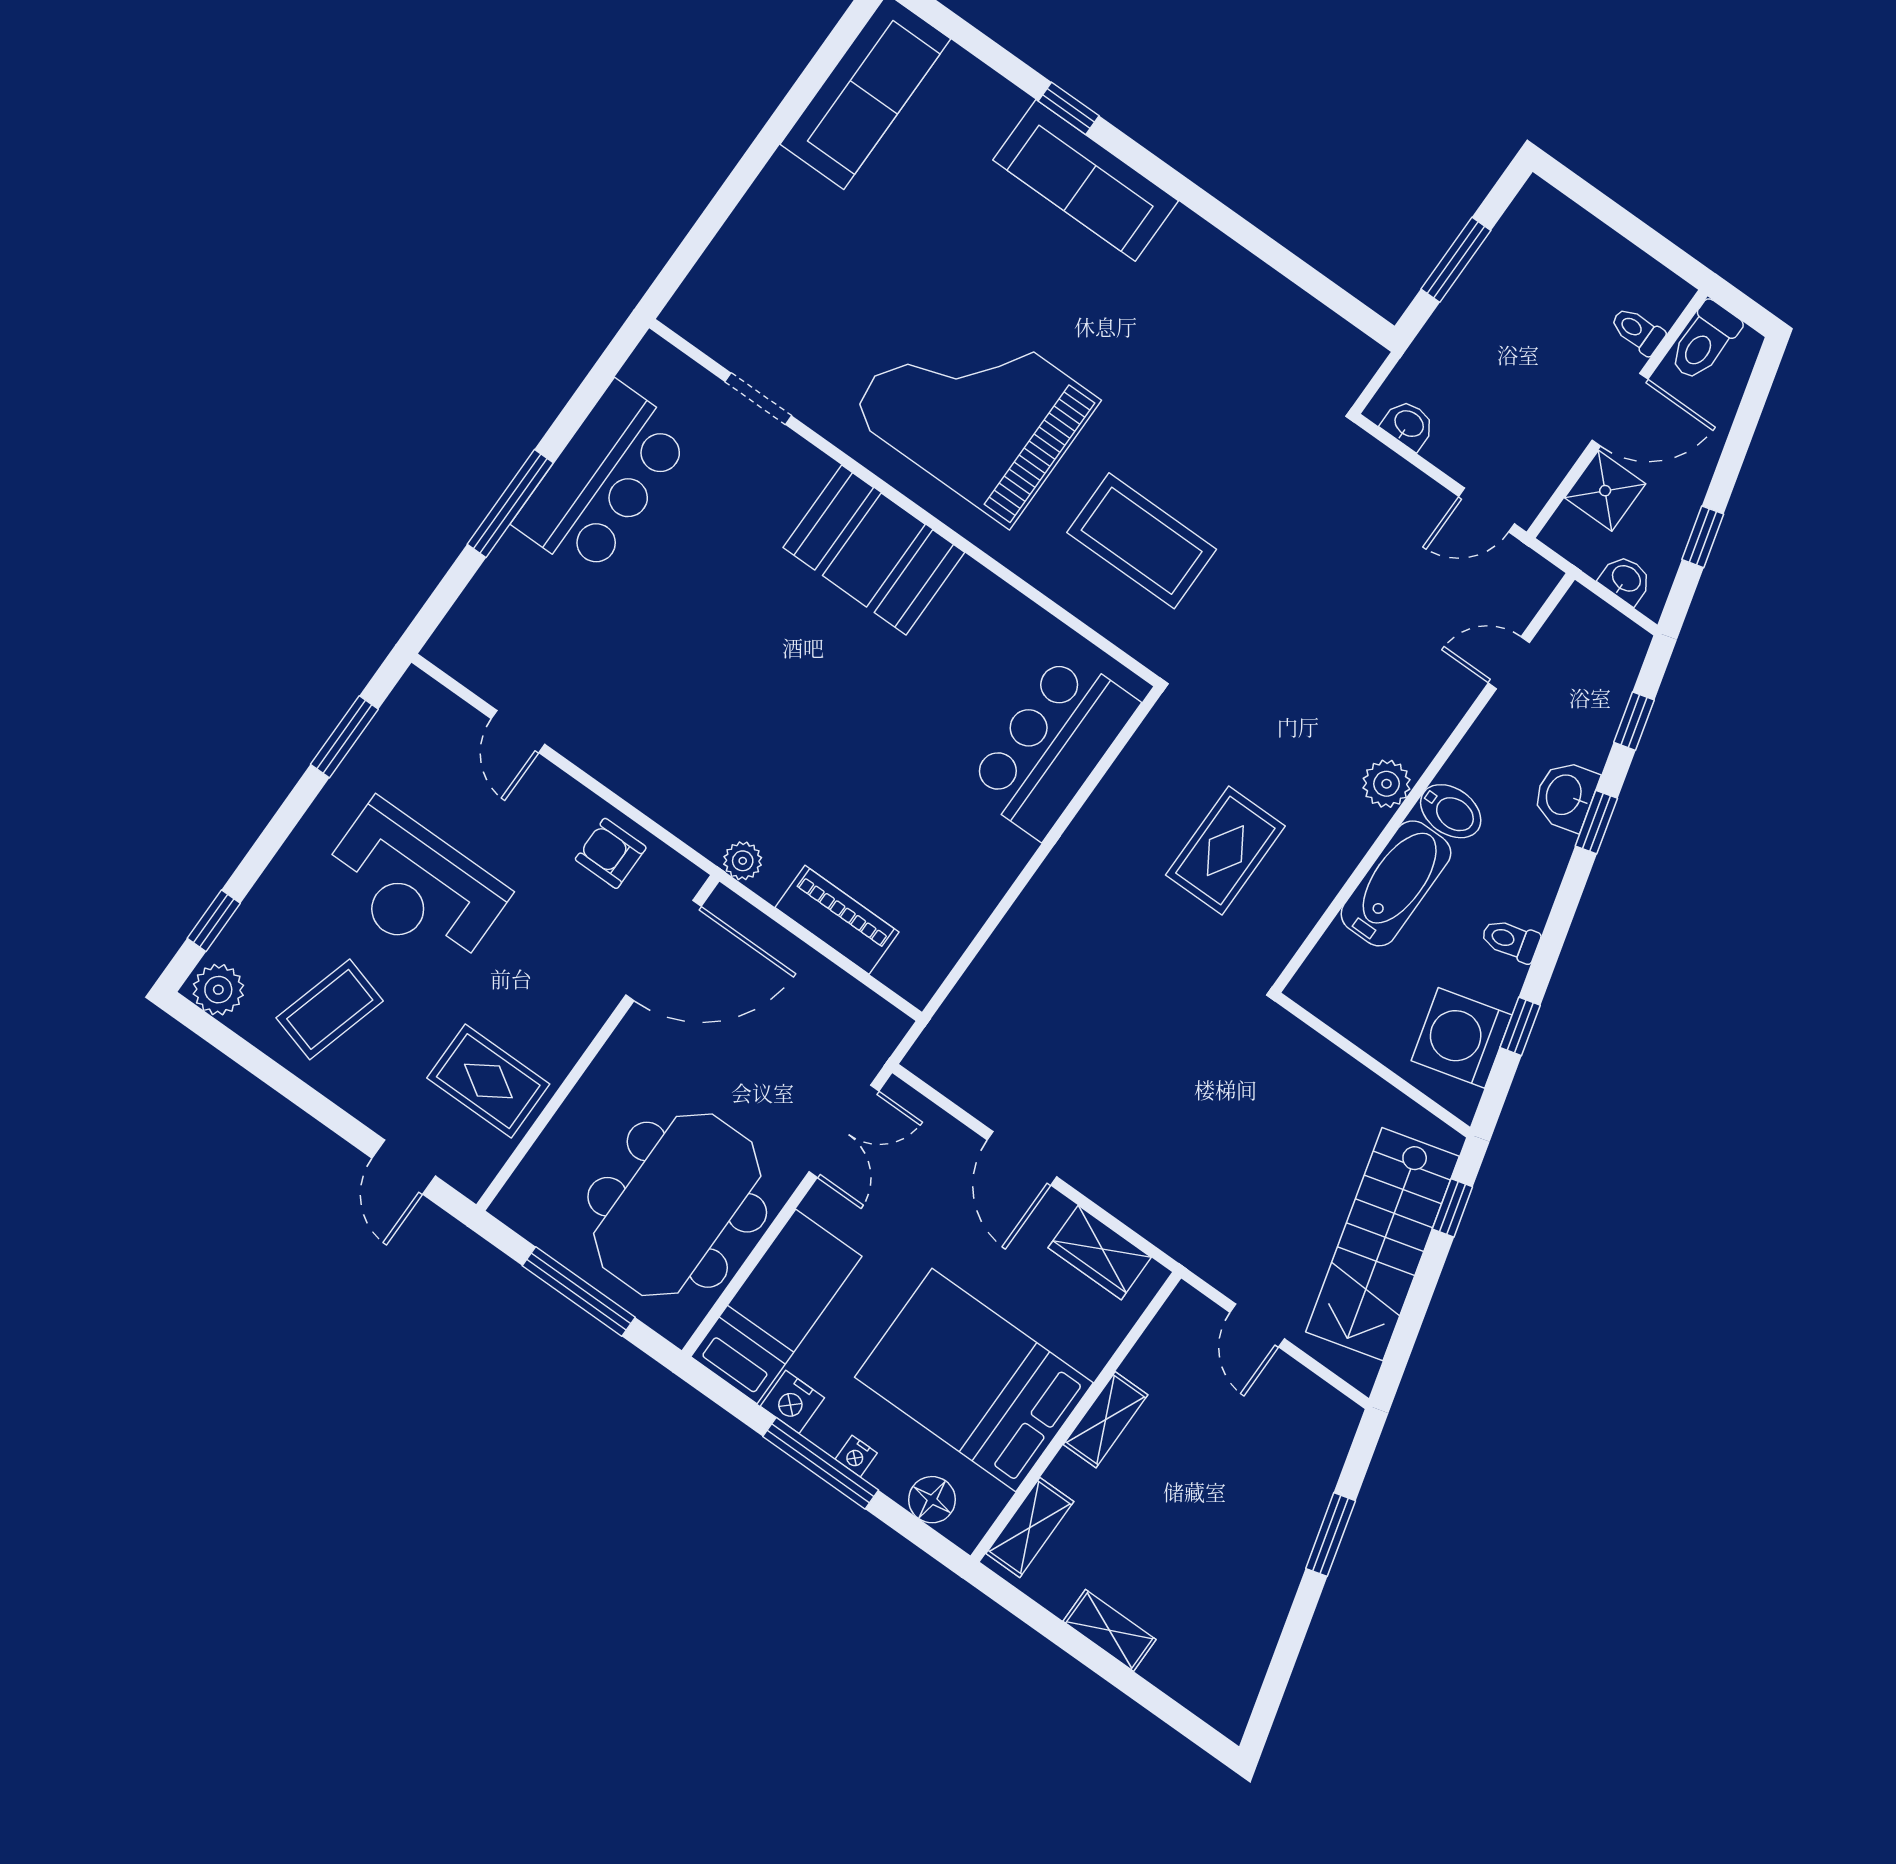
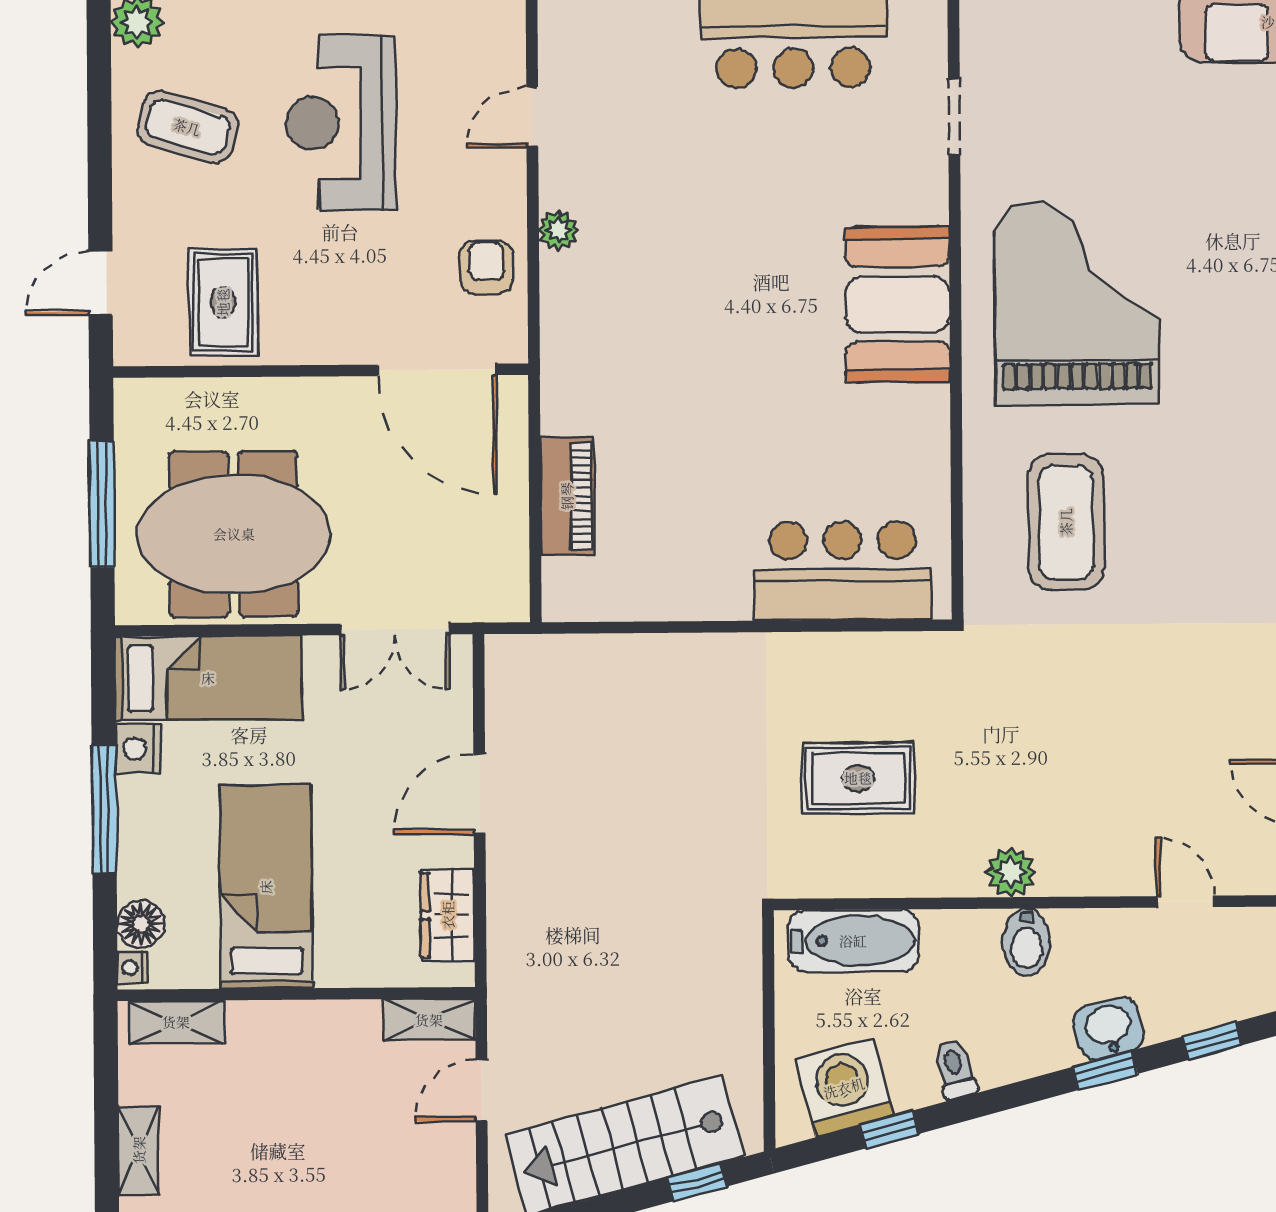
plant: (743, 861) -> (559, 230), moved
bathtub: (1396, 883) -> (853, 941), moved
bed: (974, 1380) -> (266, 887), width x0.67
shelving: (1106, 1420) -> (429, 1020), moved
nightstand: (856, 1456) -> (132, 968), moved

